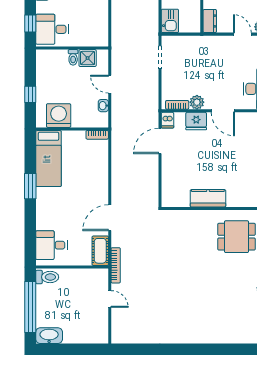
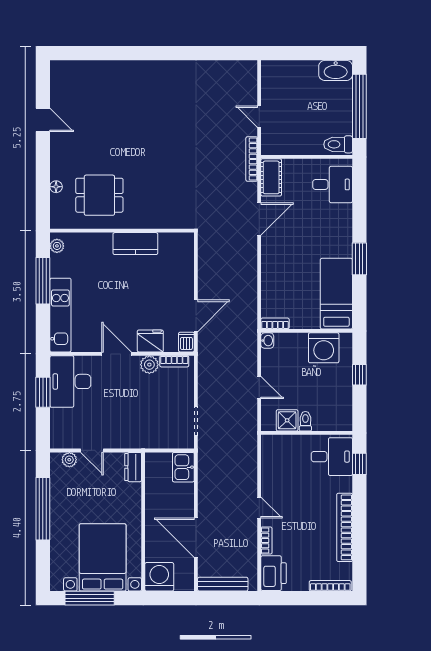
washbasin: (103, 106) -> (267, 341), moved

